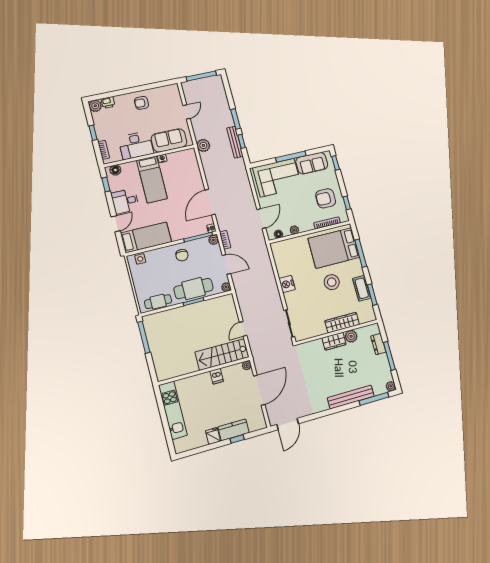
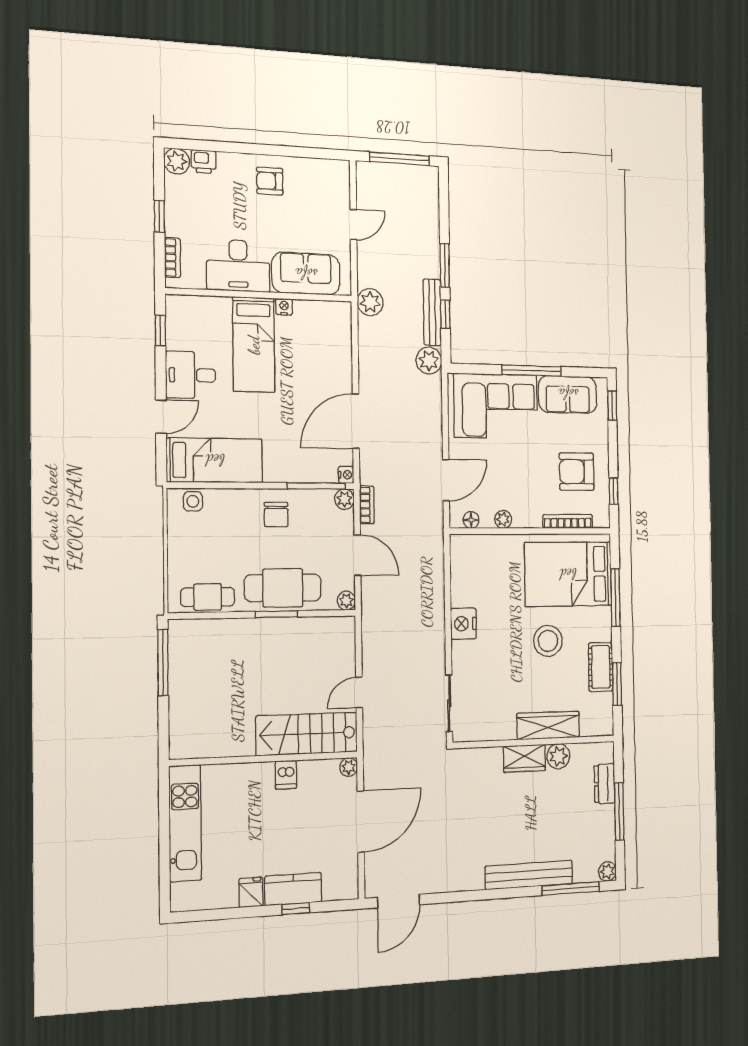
plant: (239, 165) -> (429, 361), added
floor lamp: (115, 170) -> (186, 306), removed

